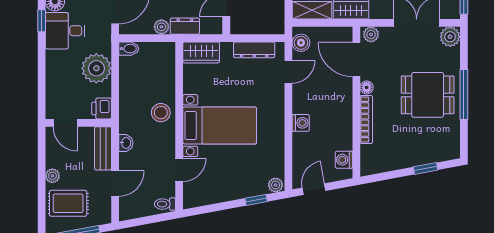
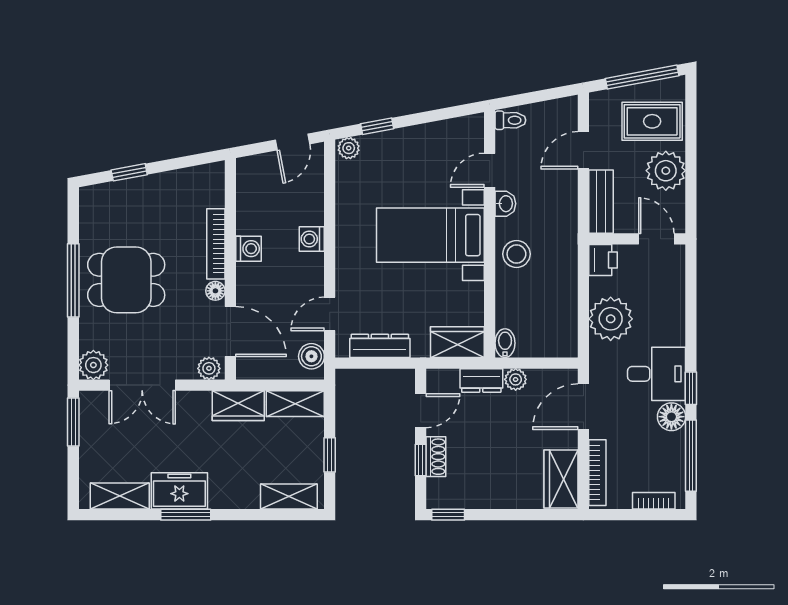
bidet: (129, 49) -> (505, 343), moved, turned 90
washbasin: (126, 143) -> (505, 204), moved, turned 180
washing machine: (344, 160) -> (249, 249), moved
plant: (52, 176) -> (666, 171), width x1.87, depth x1.87

